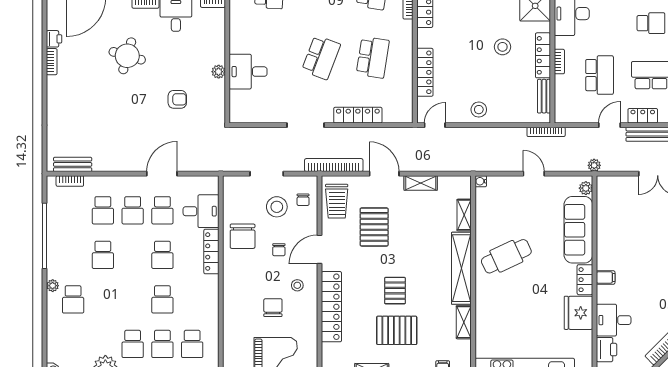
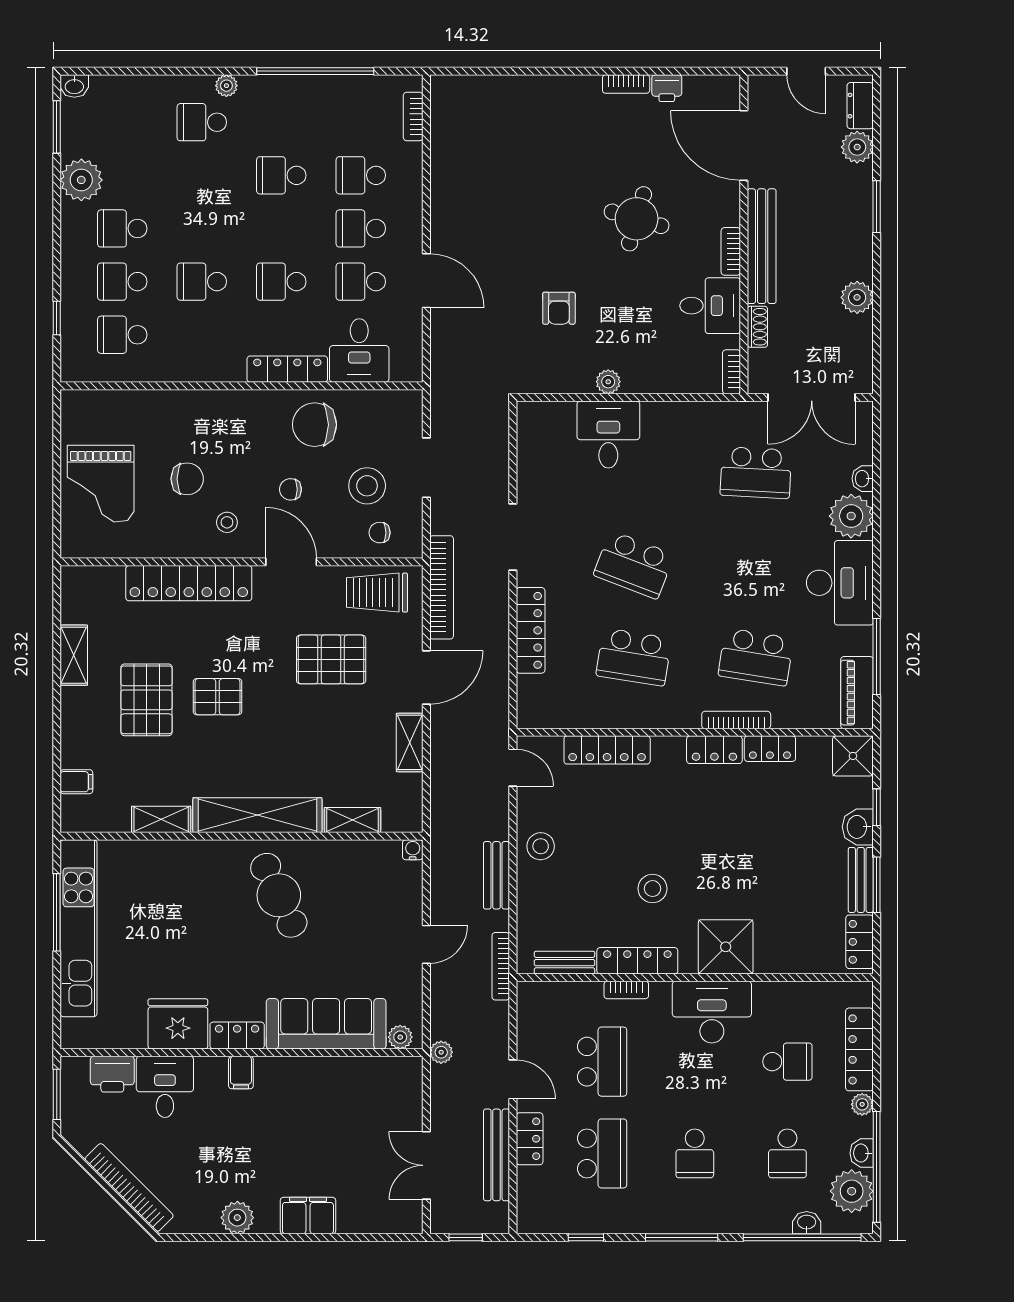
school desk: (600, 75) -> (602, 1062), turned -90
bench: (73, 164) -> (497, 875), moved

